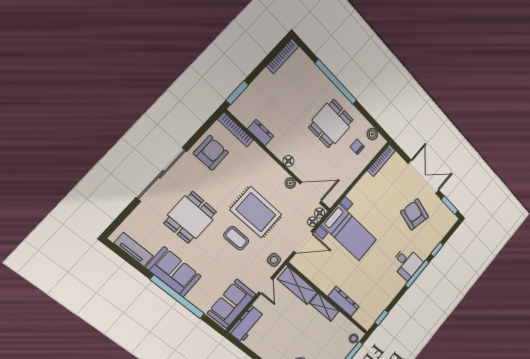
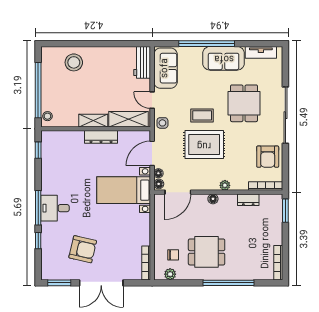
dining table: (331, 124) -> (207, 252), turned 90
plant: (290, 183) -> (225, 185), moved
dresser: (344, 302) -> (101, 137), moved

